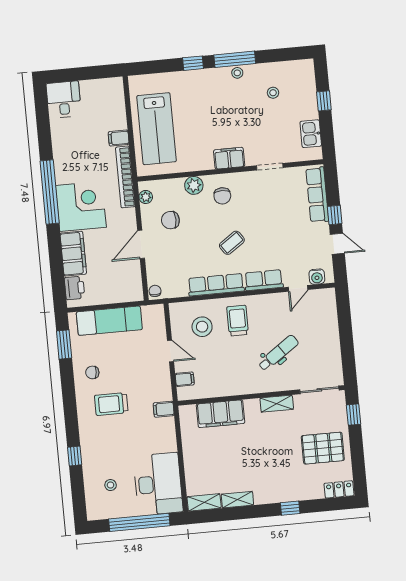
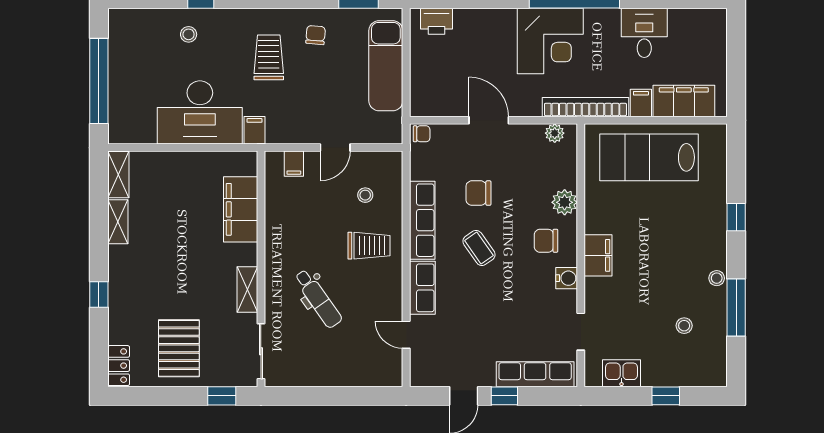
window: (235, 59) -> (736, 308), moved
desk: (64, 100) -> (644, 33), moved, turned -90
doorway: (270, 167) -> (581, 332), moved
chair: (170, 220) -> (478, 193), moved, turned -90
filing cabinet: (73, 254) -> (684, 101), moved, turned 180
water cooler: (317, 277) -> (567, 278), moved, turned 180
stool: (202, 327) -> (365, 195), width x0.53, depth x0.53
desk: (158, 484) -> (200, 112), moved
stool: (111, 485) -> (189, 34), moved

